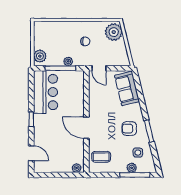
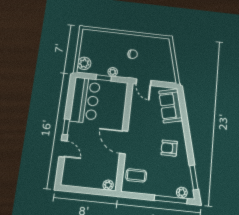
plant: (114, 32) -> (162, 48), removed
window: (60, 68) -> (104, 78), width x0.46
window: (149, 131) -> (194, 177), moved
side table: (138, 152) -> (176, 175), removed
door: (31, 153) -> (63, 149), moved
plant: (132, 168) -> (182, 193), moved

